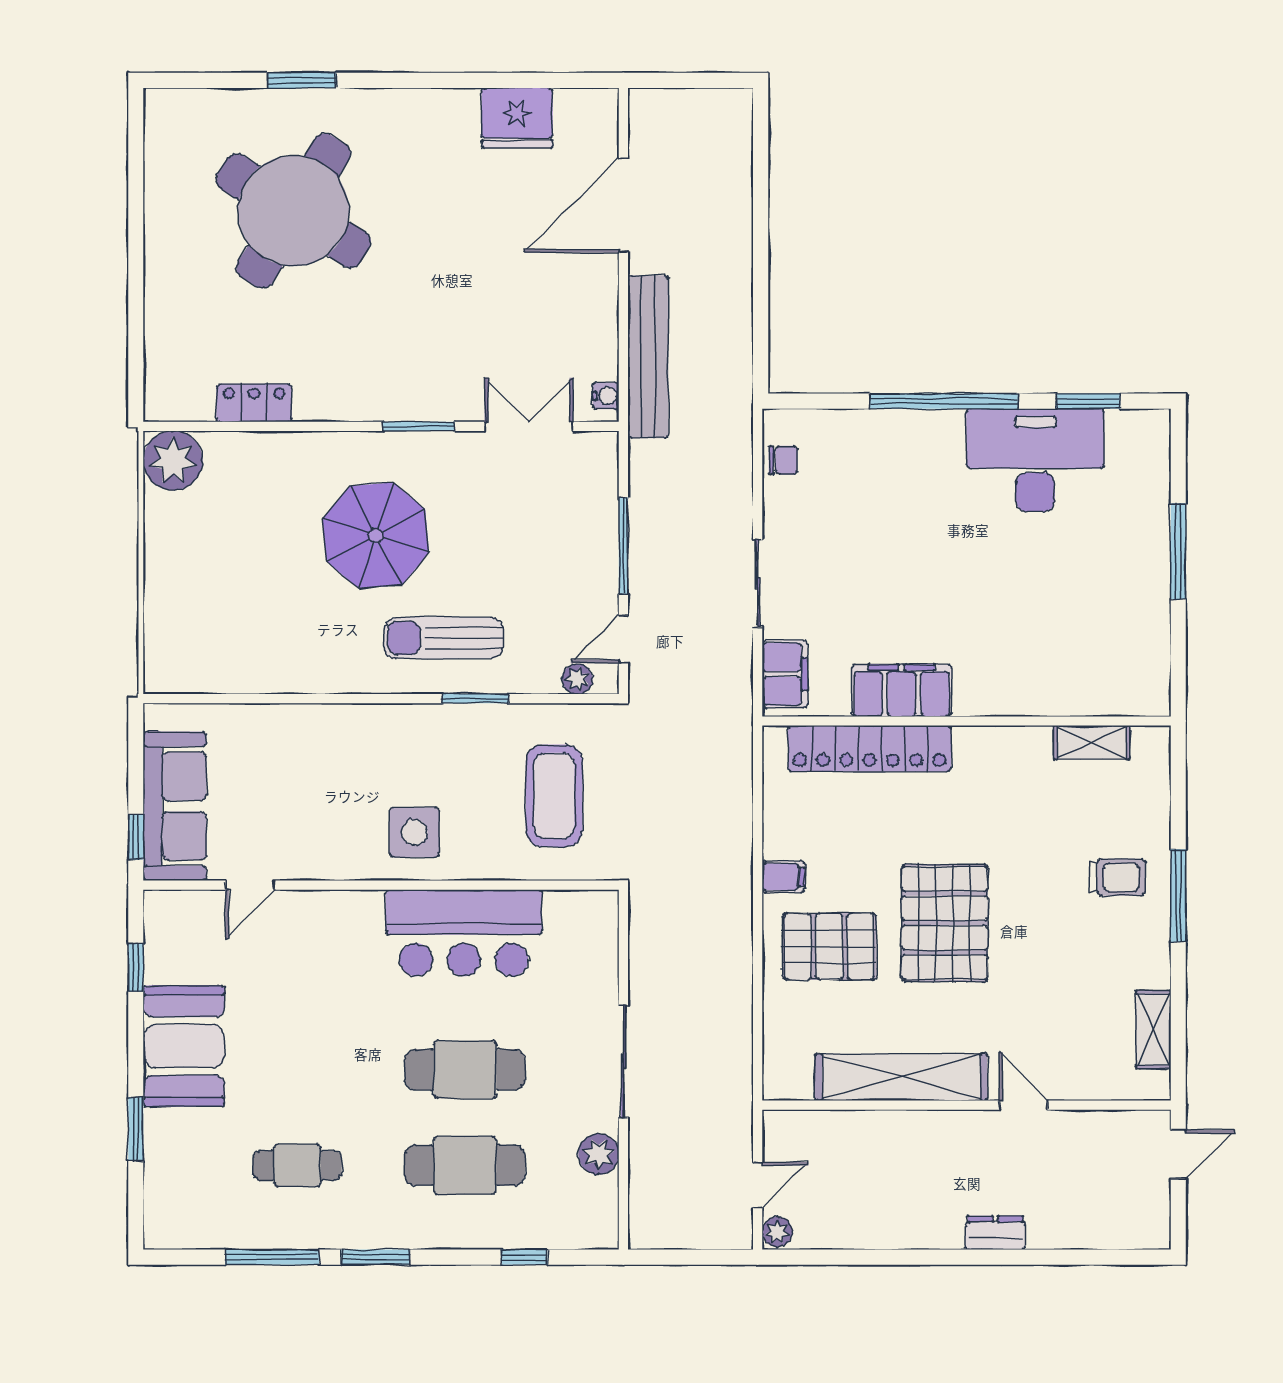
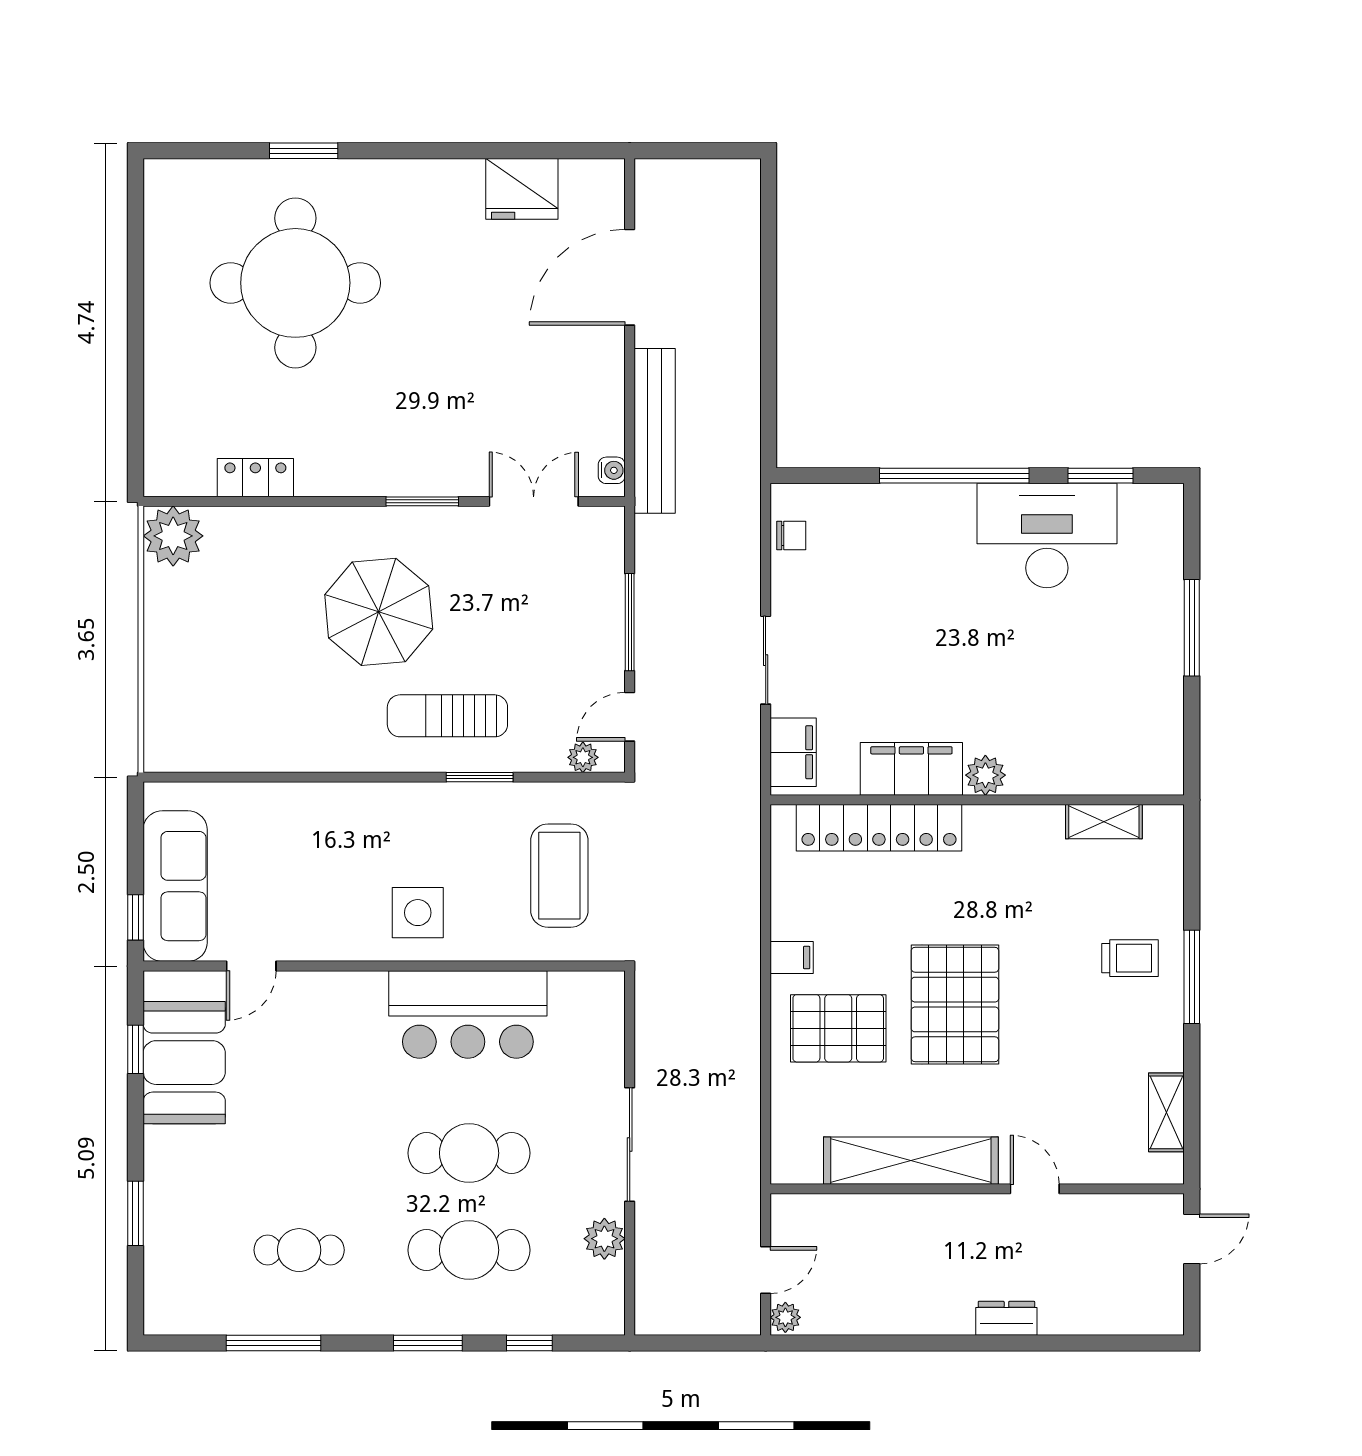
round table: (293, 211) -> (295, 283), turned -32
plant: (975, 697) -> (985, 775), added
booth: (184, 1046) -> (184, 1063), moved
window: (376, 1257) -> (428, 1343), moved

